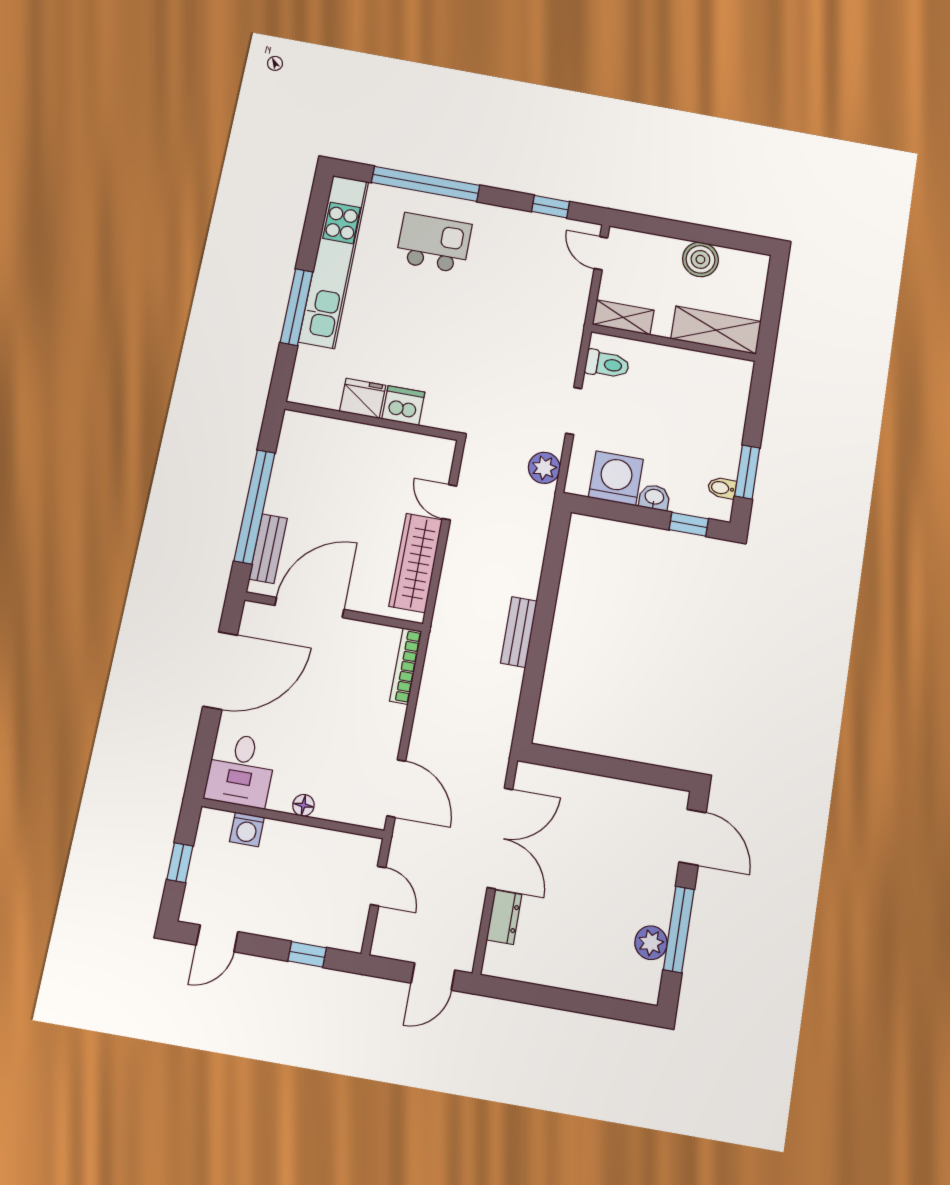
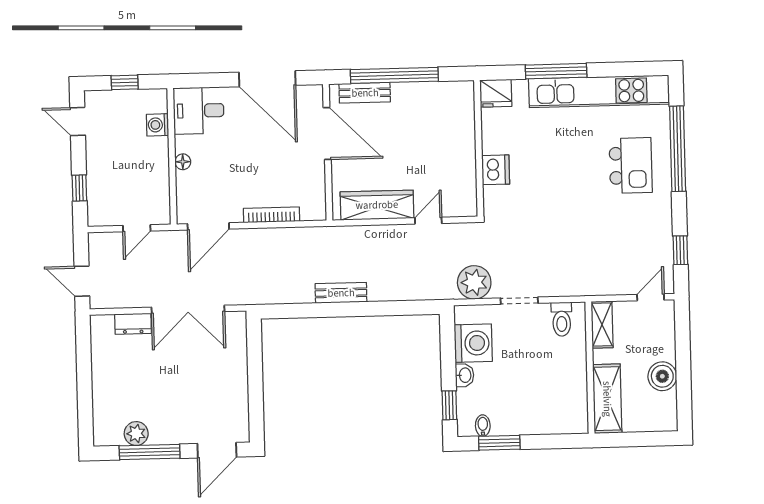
fridge: (363, 398) -> (496, 93), moved, turned 90
plant: (544, 468) -> (474, 282), width x1.36, depth x1.36
bookcase: (406, 666) -> (272, 215), moved

